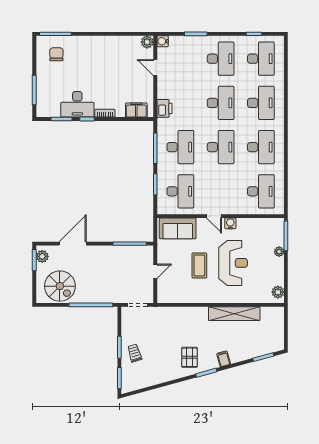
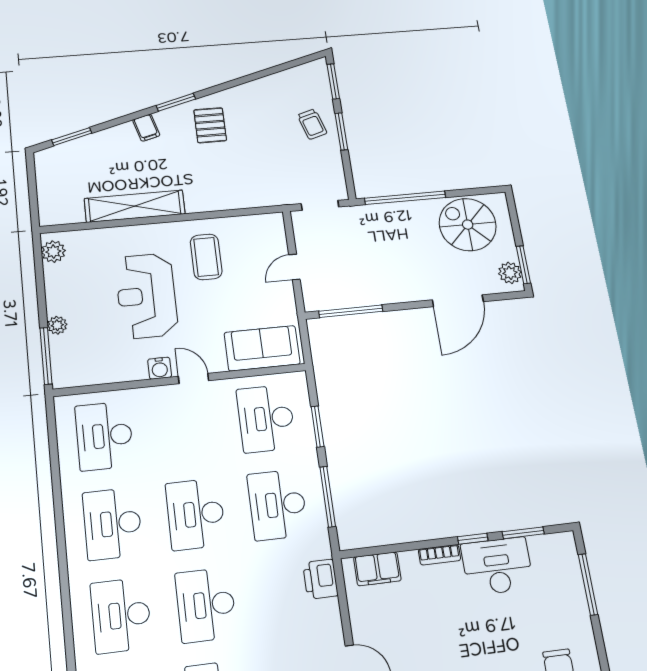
coffee table: (199, 265) -> (206, 257), moved

